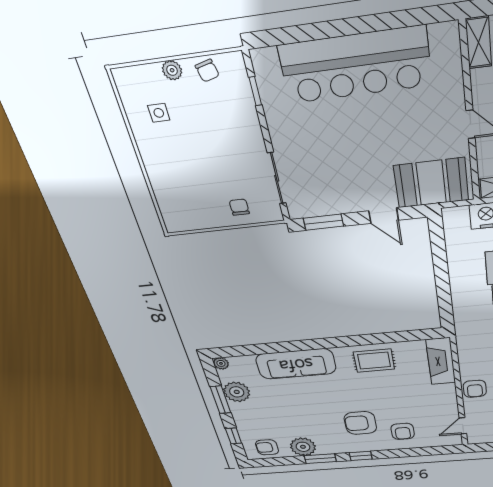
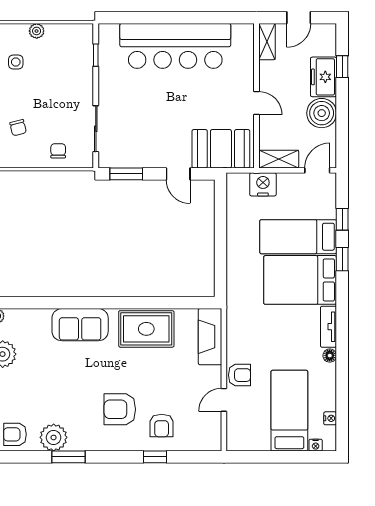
chair: (207, 71) -> (18, 128), moved
rug: (374, 361) -> (146, 329), width x1.36, depth x1.43
sofa: (296, 364) -> (80, 325), width x0.73
armchair: (475, 389) -> (240, 375), turned -90
door: (463, 426) -> (224, 400), moved
window: (361, 456) -> (155, 457), moved

